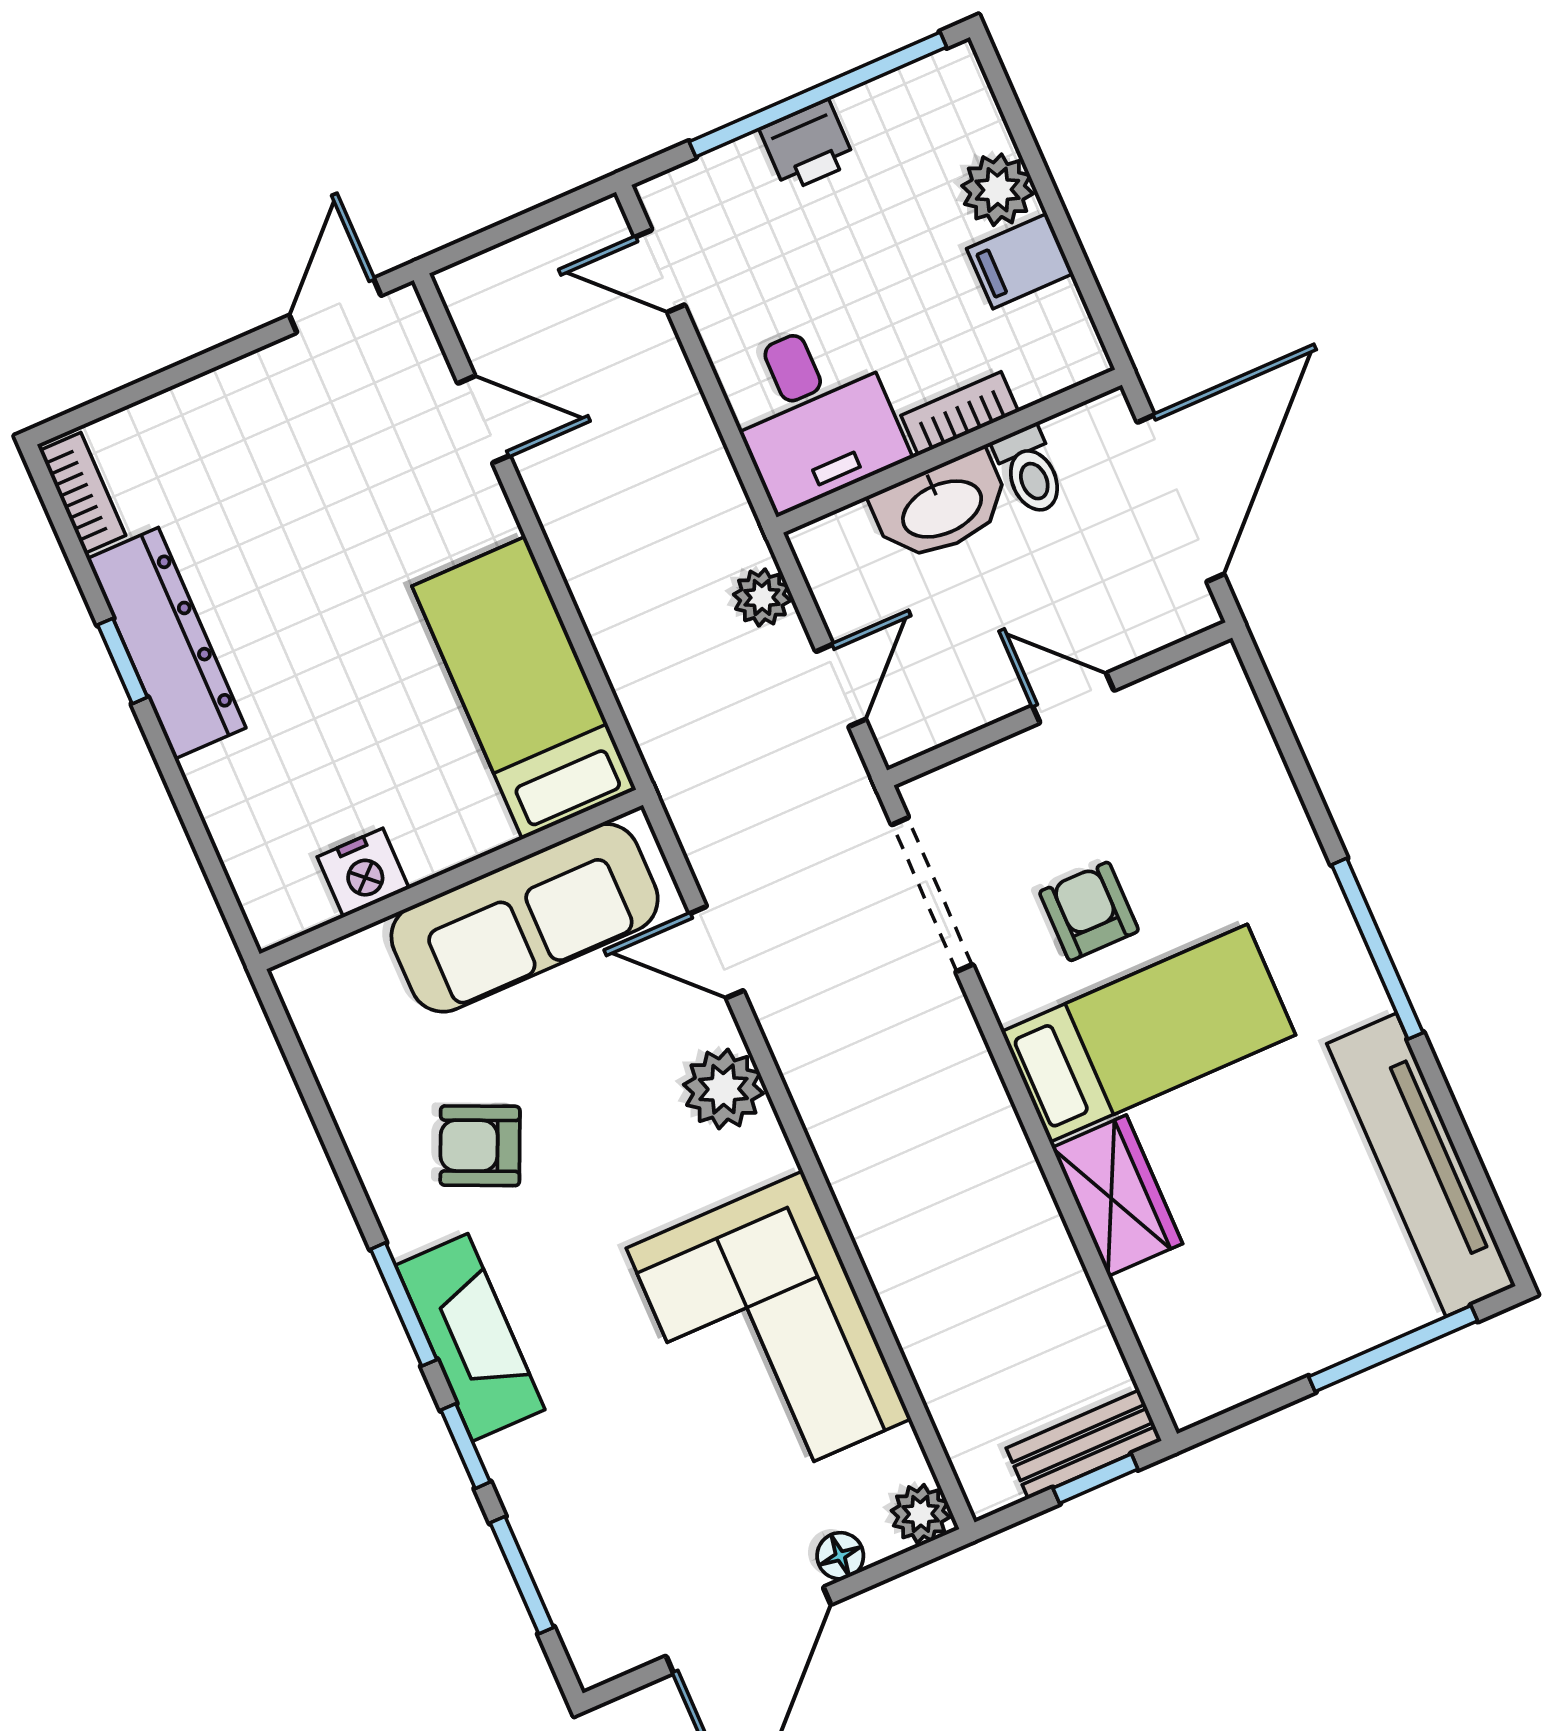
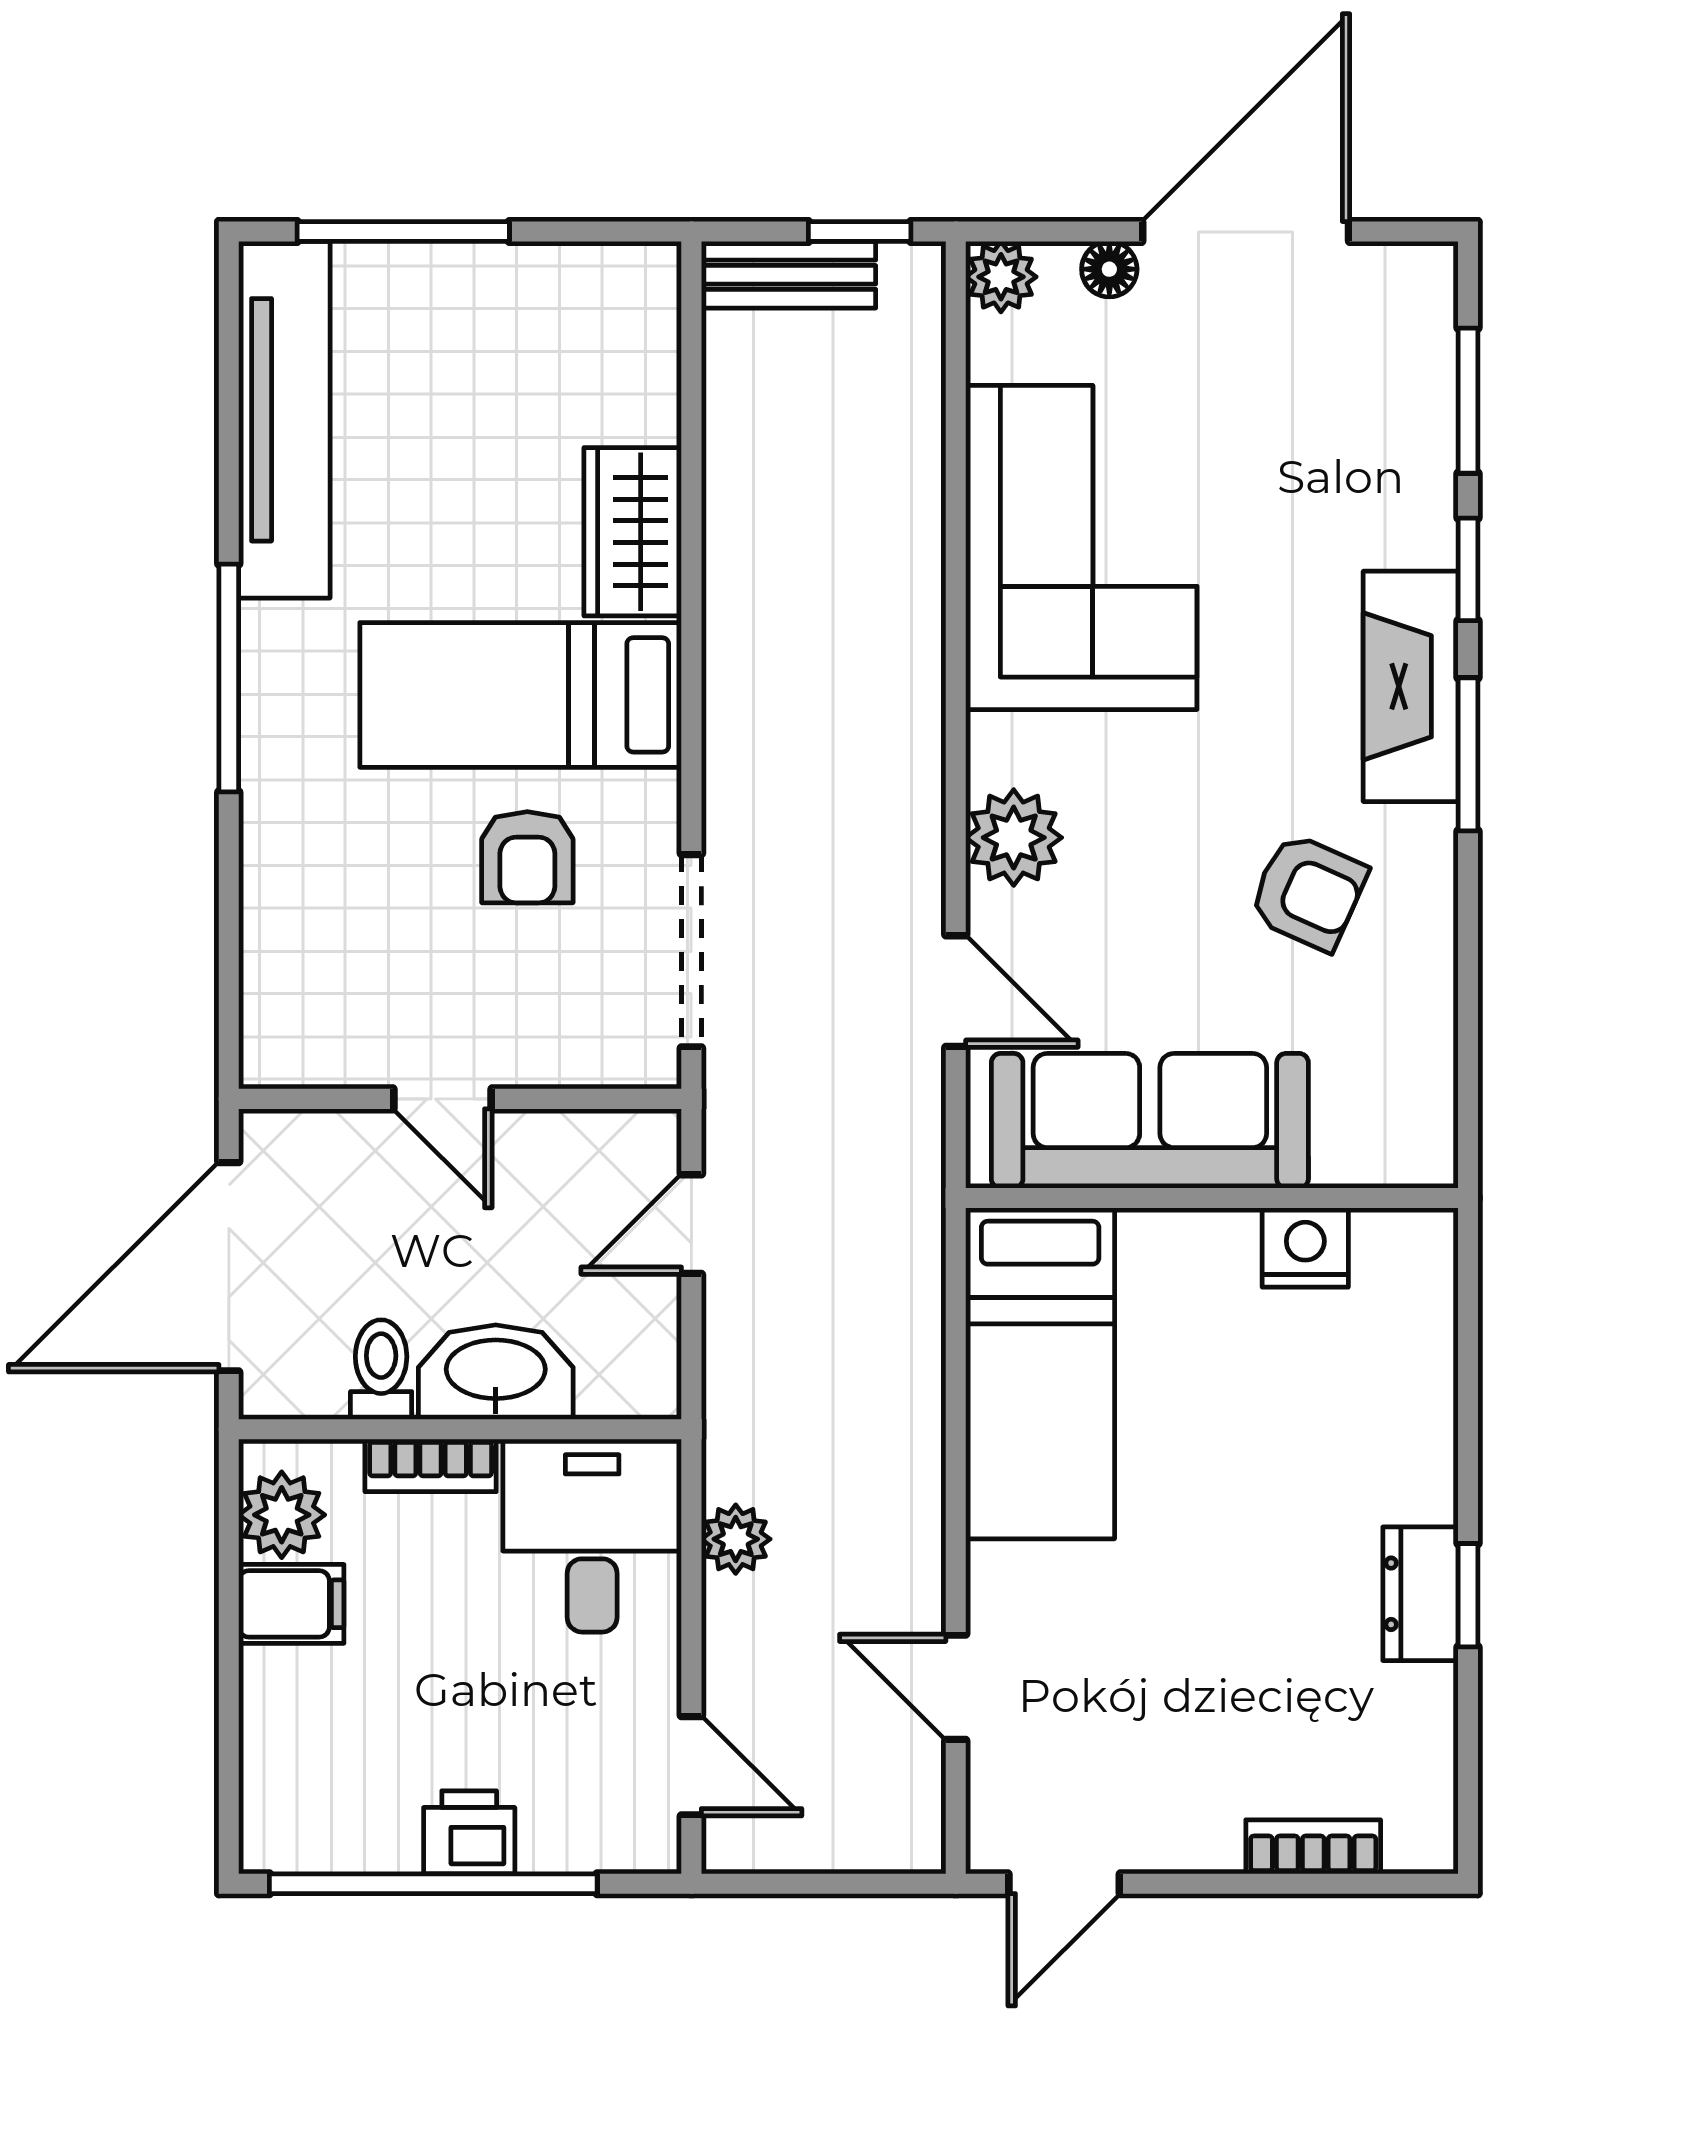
plant: (998, 190) -> (282, 1515), moved
bookcase: (83, 493) -> (1313, 1847), moved, turned 90
plant: (762, 597) -> (736, 1539), moved
dresser: (166, 643) -> (1420, 1594), width x0.51, depth x0.80
window: (1095, 1479) -> (860, 232), moved

